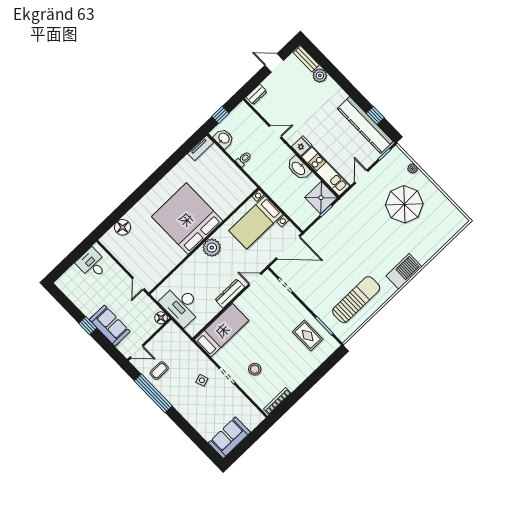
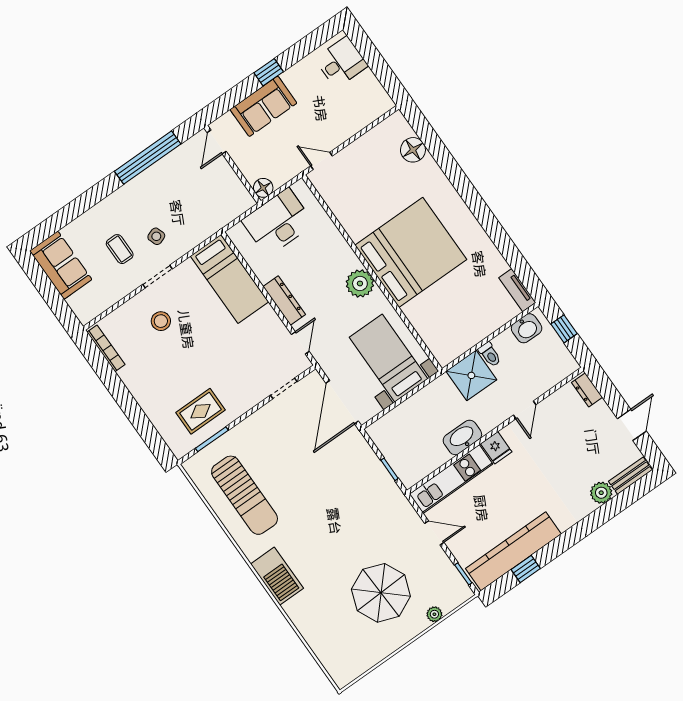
shower: (321, 198) -> (471, 375), moved
desk: (92, 264) -> (341, 62), moved
coffee table: (159, 371) -> (120, 249), moved

